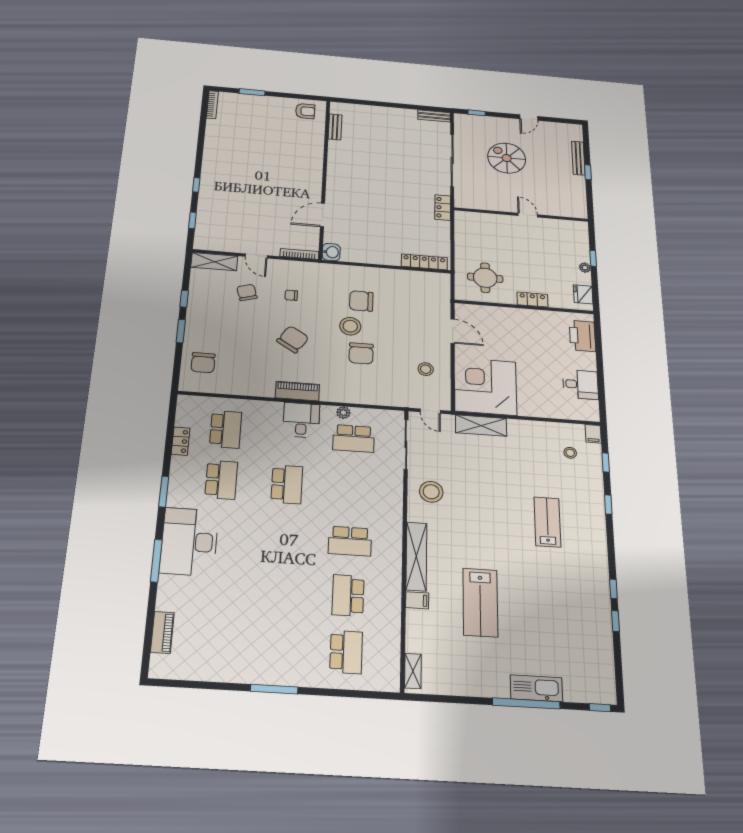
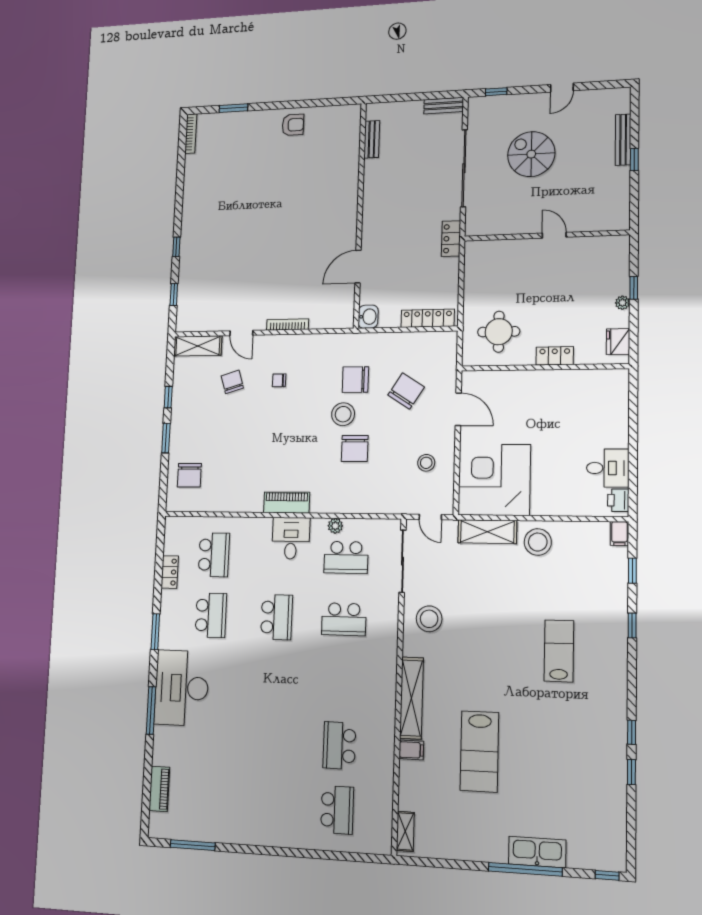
bench: (335, 127) -> (372, 139), moved
wall: (324, 178) -> (360, 215), moved
door: (322, 215) -> (358, 267), moved
washbasin: (331, 252) -> (368, 317), moved
printer: (582, 336) -> (618, 500), moved, width x0.53, depth x0.68
chair: (293, 339) -> (406, 391), moved
stool: (570, 453) -> (538, 542), moved, width x1.89, depth x1.89
school desk: (350, 541) -> (344, 619), moved
window: (274, 689) -> (193, 845), moved

